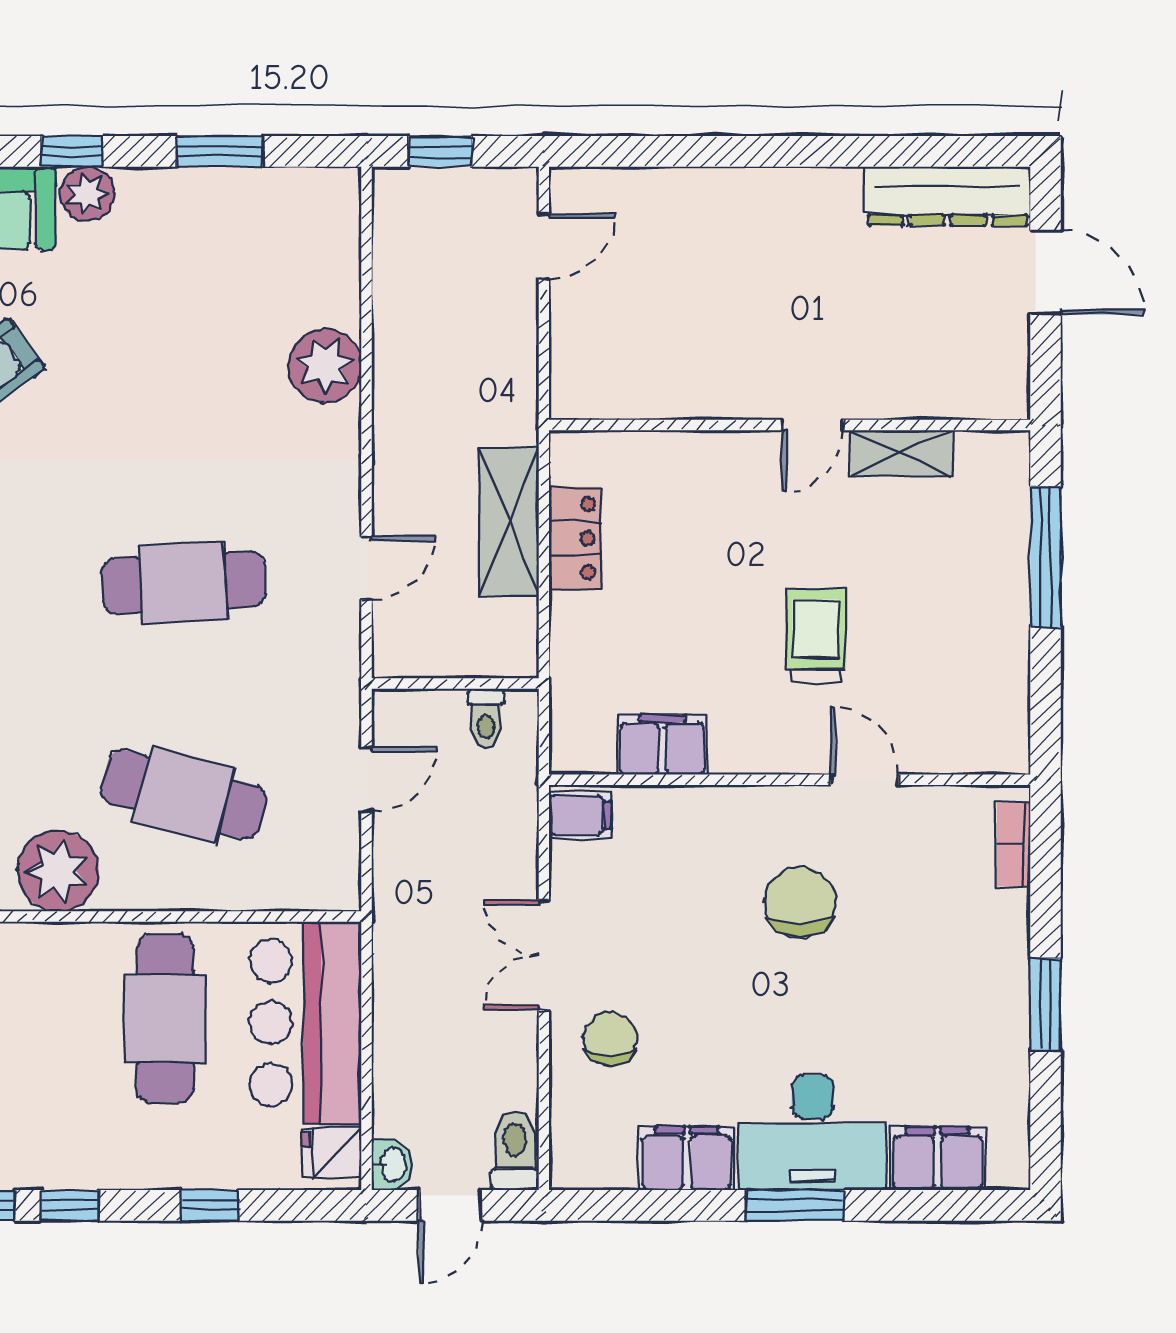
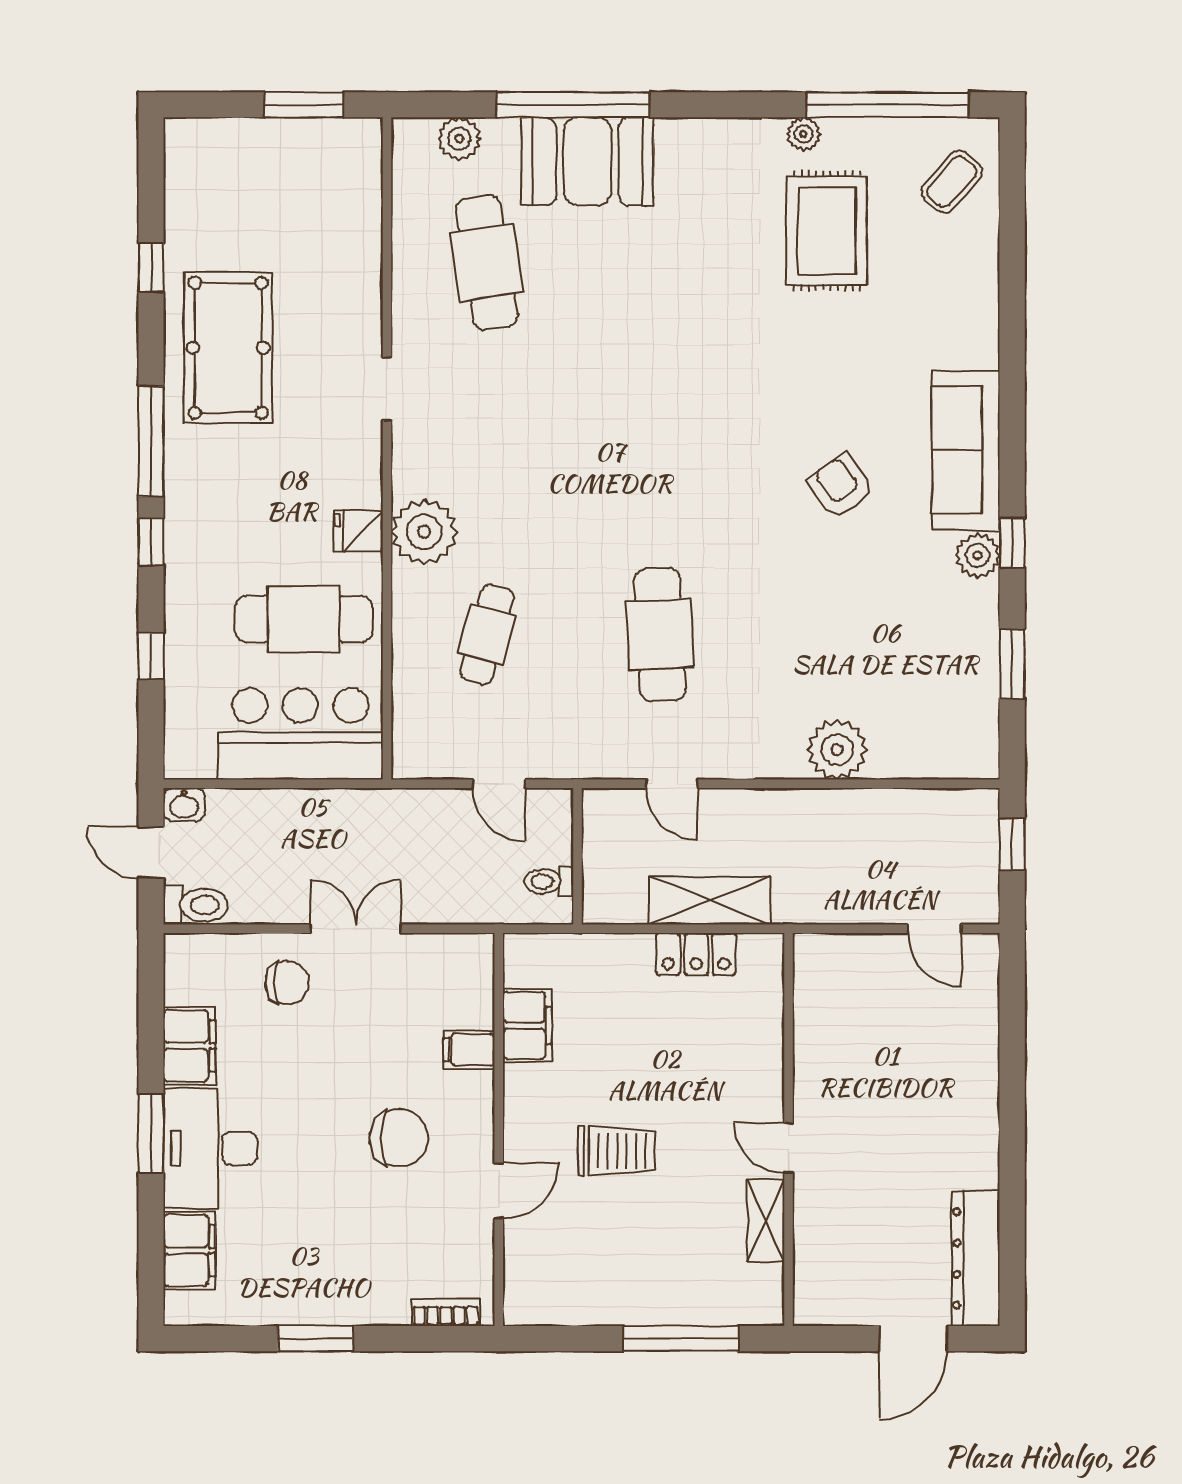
cafe table: (184, 795) -> (487, 634), width x0.73, depth x0.74
filing cabinet: (580, 815) -> (469, 1050), moved, turned 90
fridge: (332, 1153) -> (358, 531), moved, turned -90

